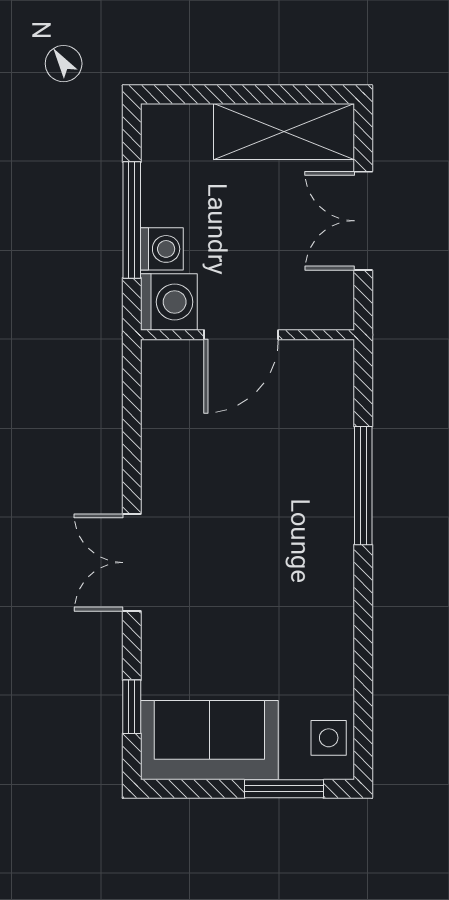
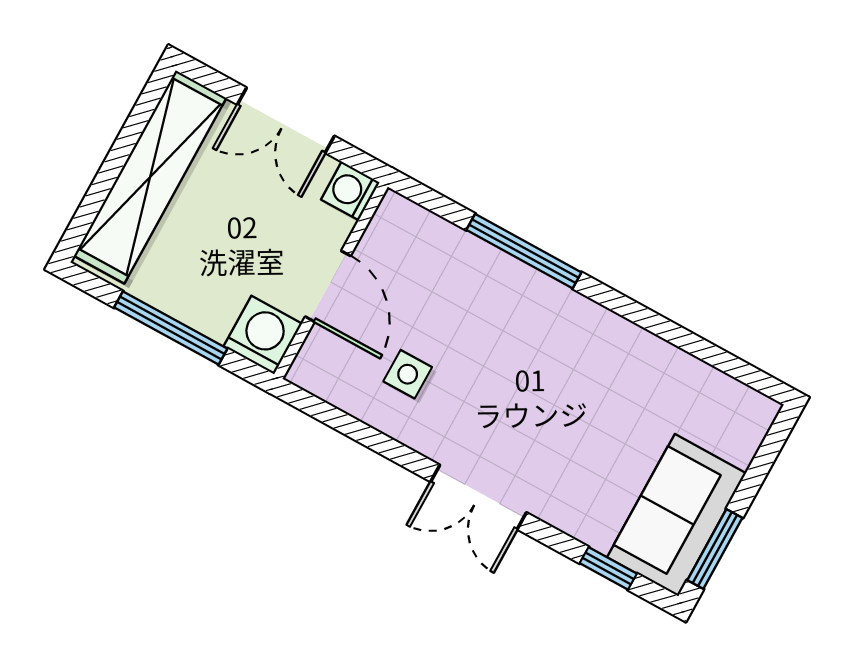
shelving: (284, 131) -> (150, 177), width x1.47
washing machine: (162, 249) -> (350, 191), moved, turned -90
side table: (329, 738) -> (408, 374), moved
window: (284, 789) -> (715, 549), moved

